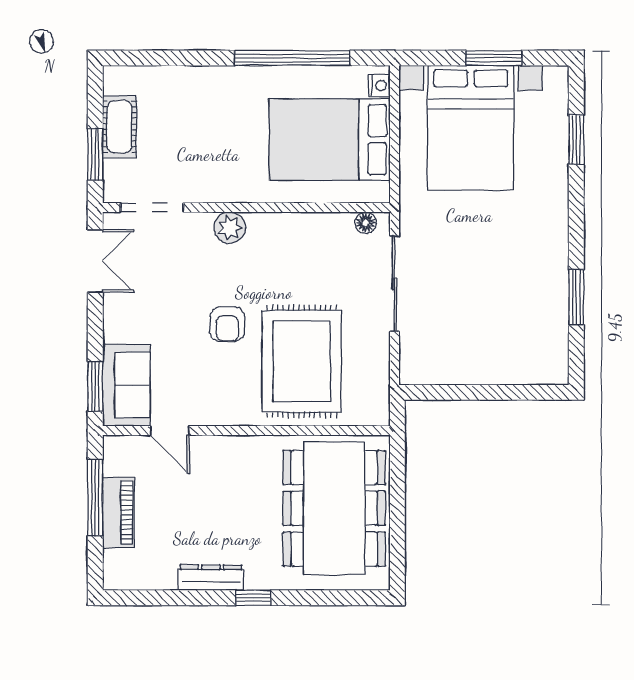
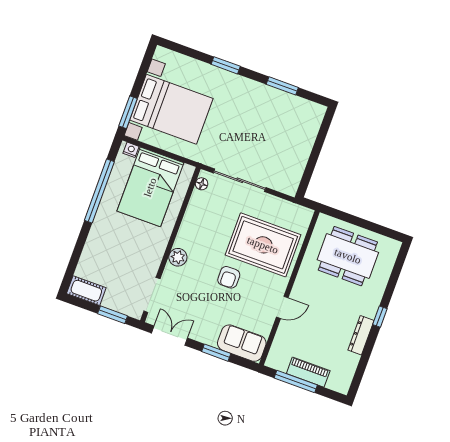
window: (494, 58) -> (128, 112), moved
cot: (119, 127) -> (86, 291), moved
window: (576, 140) -> (226, 65), moved
armchair: (227, 324) -> (229, 277), turned 90
window: (95, 387) -> (216, 353), moved
door: (170, 431) -> (282, 307), moved
dining table: (334, 508) -> (348, 256), width x0.73, depth x0.80

